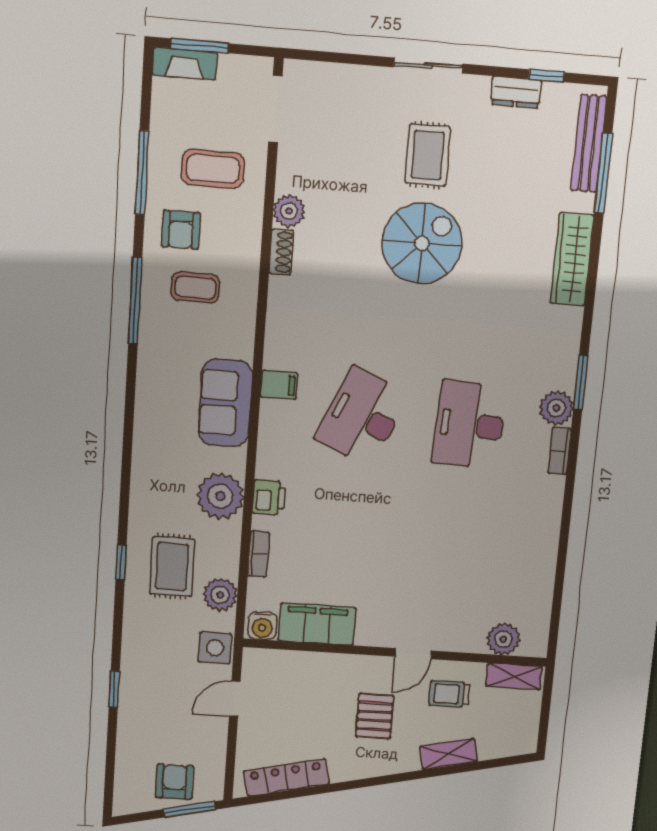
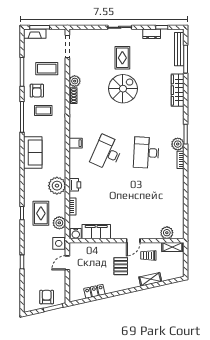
sofa: (225, 403) -> (33, 152), moved, turned 180
locker: (286, 777) -> (94, 291), width x0.66

